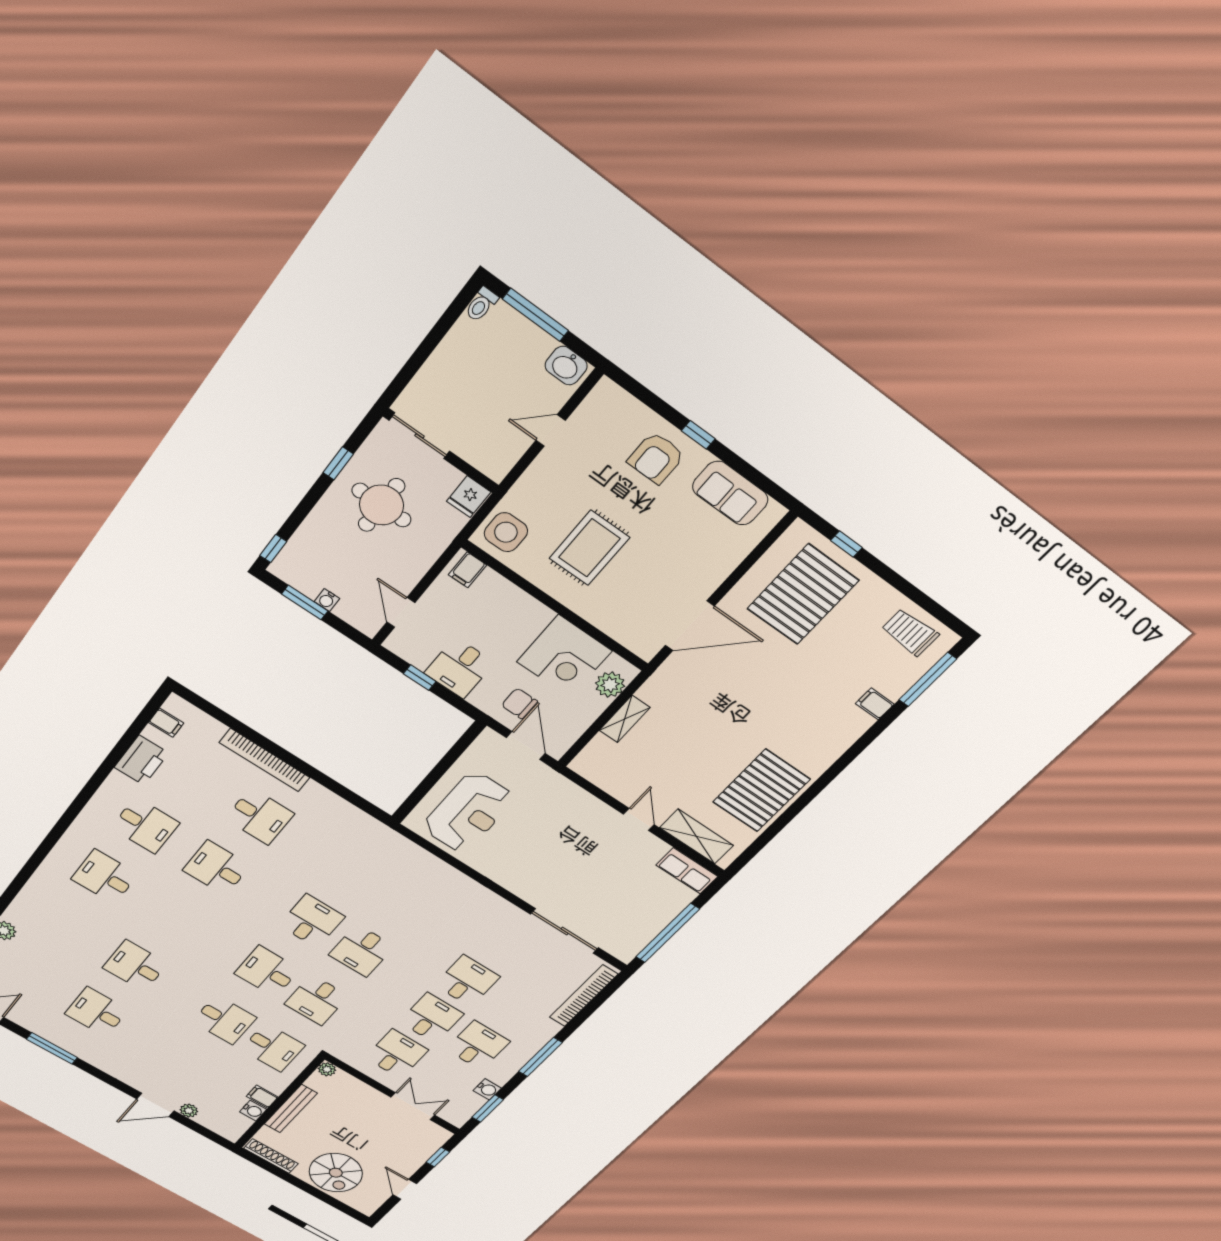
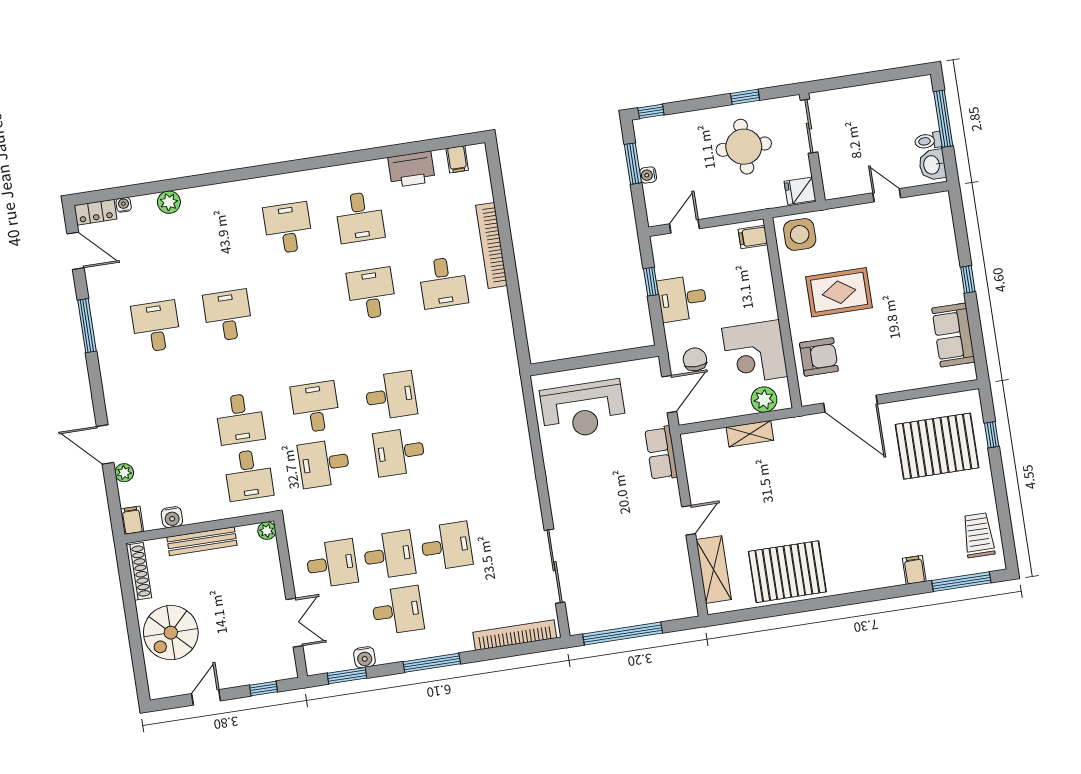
toilet: (481, 304) -> (928, 141), moved
armchair: (656, 458) -> (819, 357), moved, turned 180
row of seats: (687, 871) -> (661, 453), moved
filing cabinet: (262, 1097) -> (132, 520), moved

